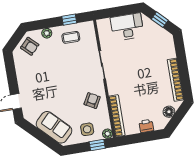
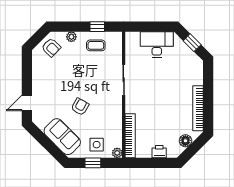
armchair: (92, 101) -> (80, 107), moved
window: (97, 145) -> (93, 163), moved

